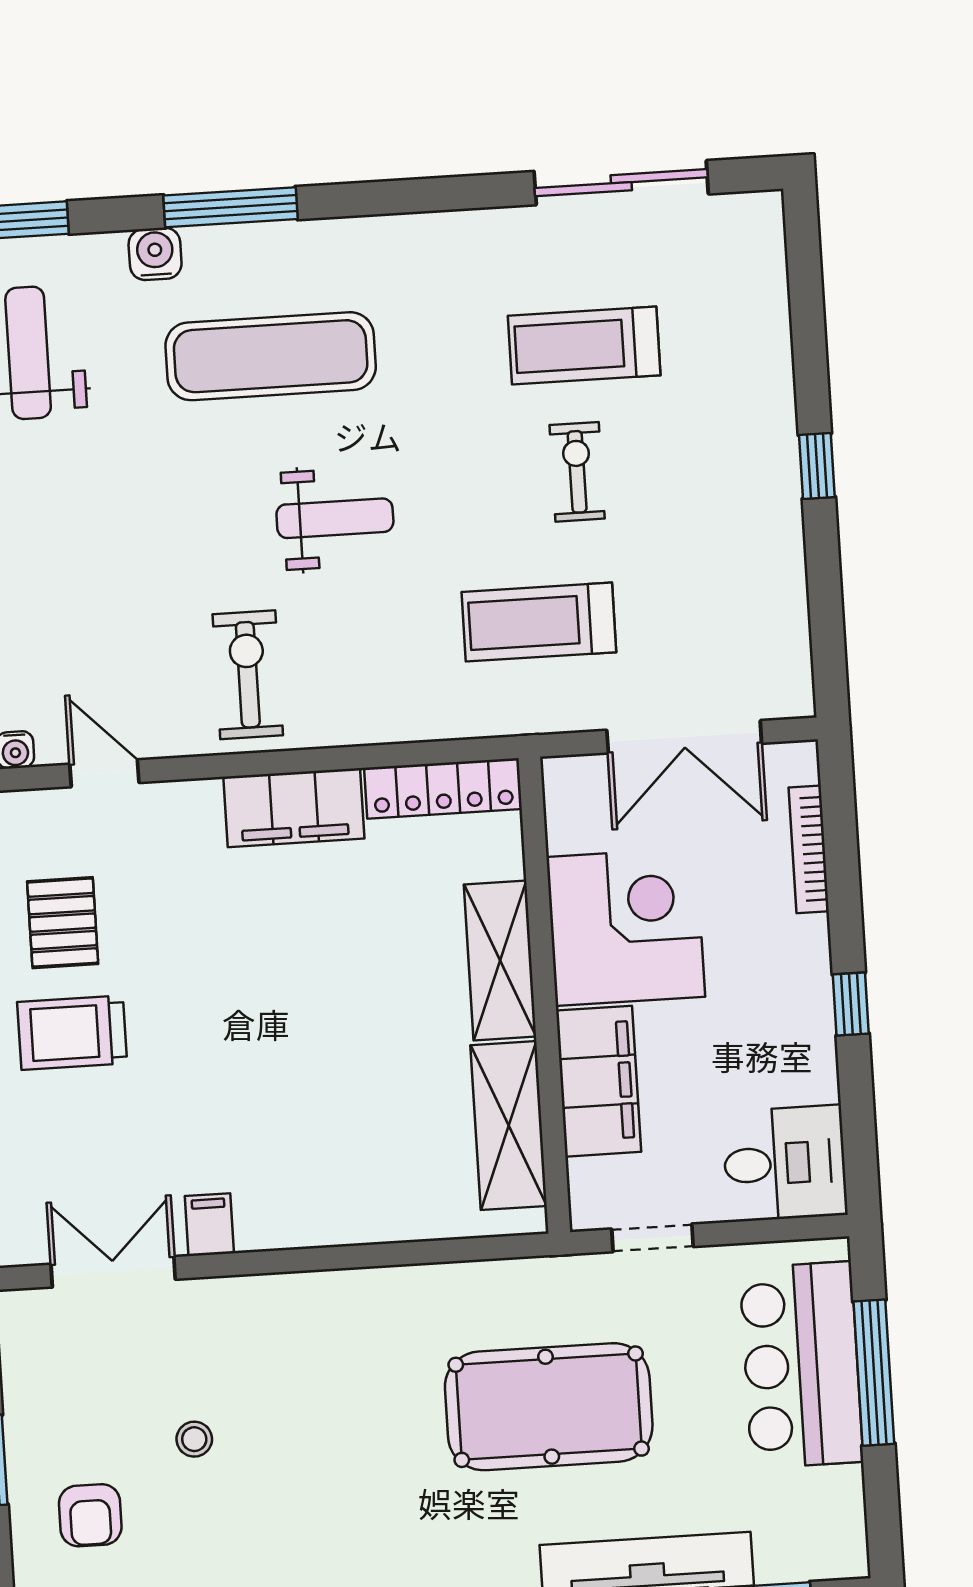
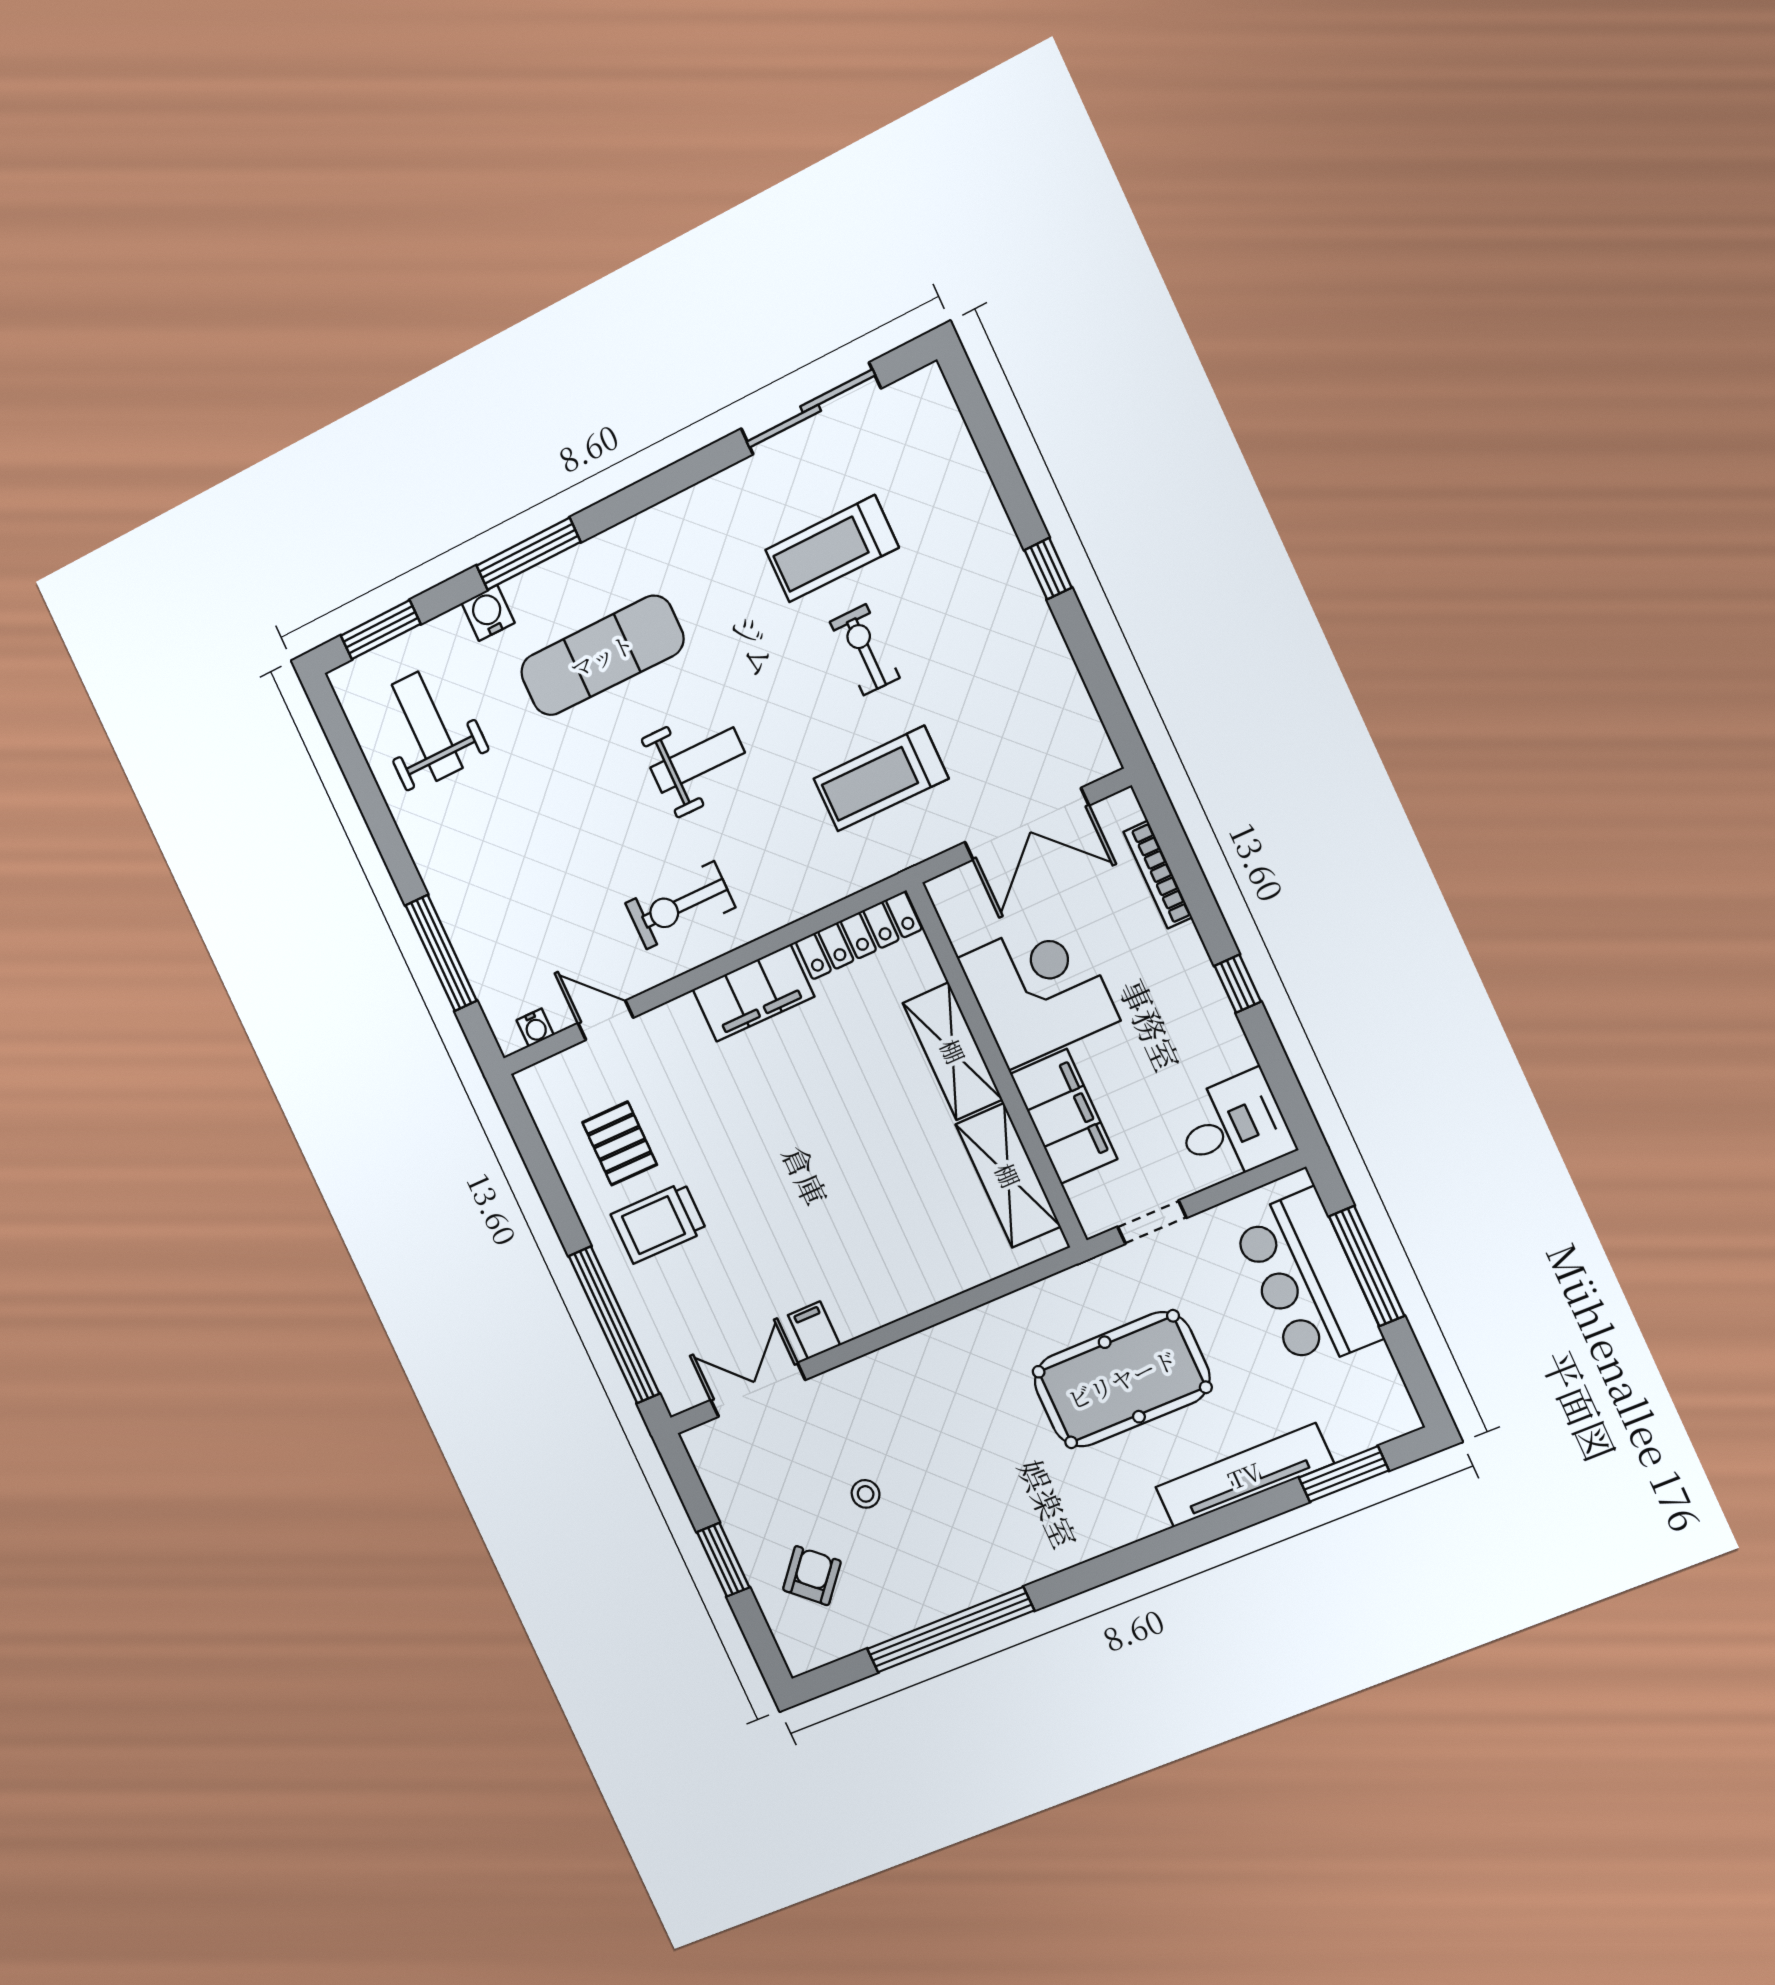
exercise bike: (248, 675) -> (680, 905), turned -90
armchair: (90, 1515) -> (812, 1576), turned -139

